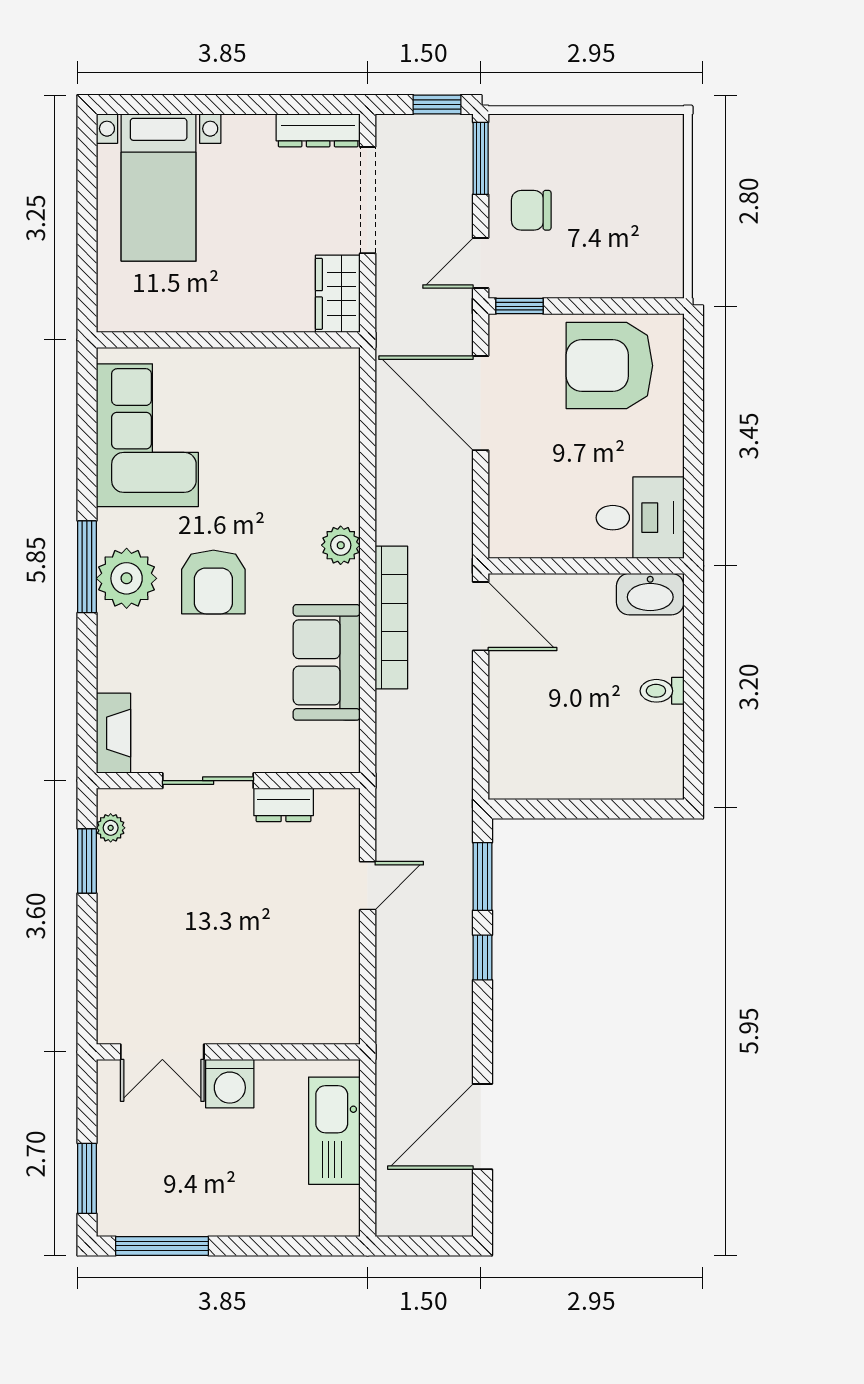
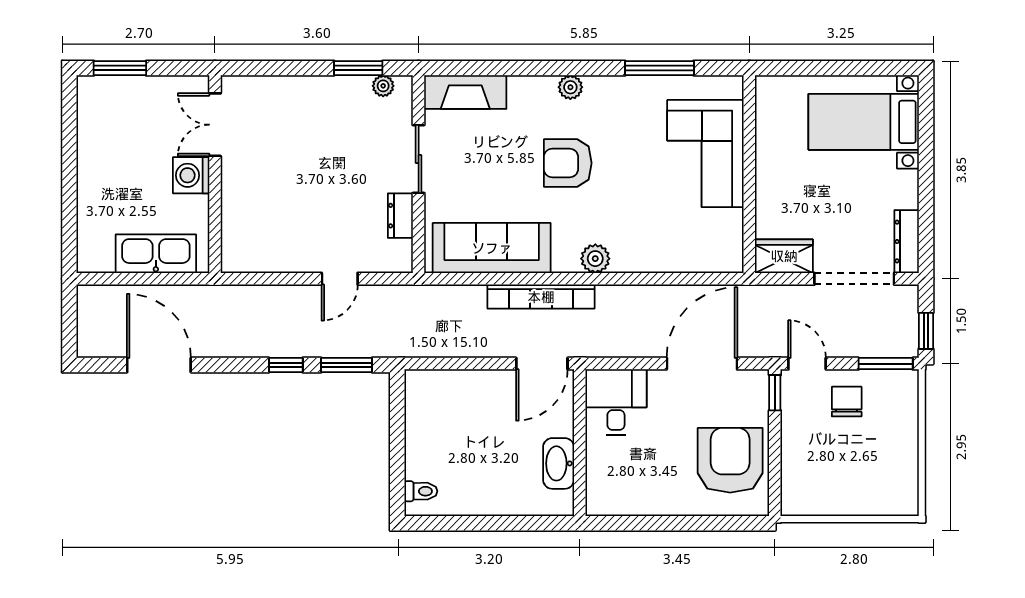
corner sofa: (147, 435) -> (705, 153), moved, turned 90
desk: (640, 518) -> (616, 402), moved, turned 180
window: (87, 567) -> (659, 68), moved
plant: (127, 578) -> (570, 87), width x0.53, depth x0.53
washbasin: (650, 594) -> (559, 463), moved
sofa: (327, 662) -> (492, 248), width x1.36
toilet: (662, 691) -> (421, 491), moved, turned 90
fireplace: (113, 733) -> (465, 92), width x1.37, depth x1.32
door: (368, 886) -> (340, 279), hinge flipped
window: (162, 1246) -> (69, 124), removed

